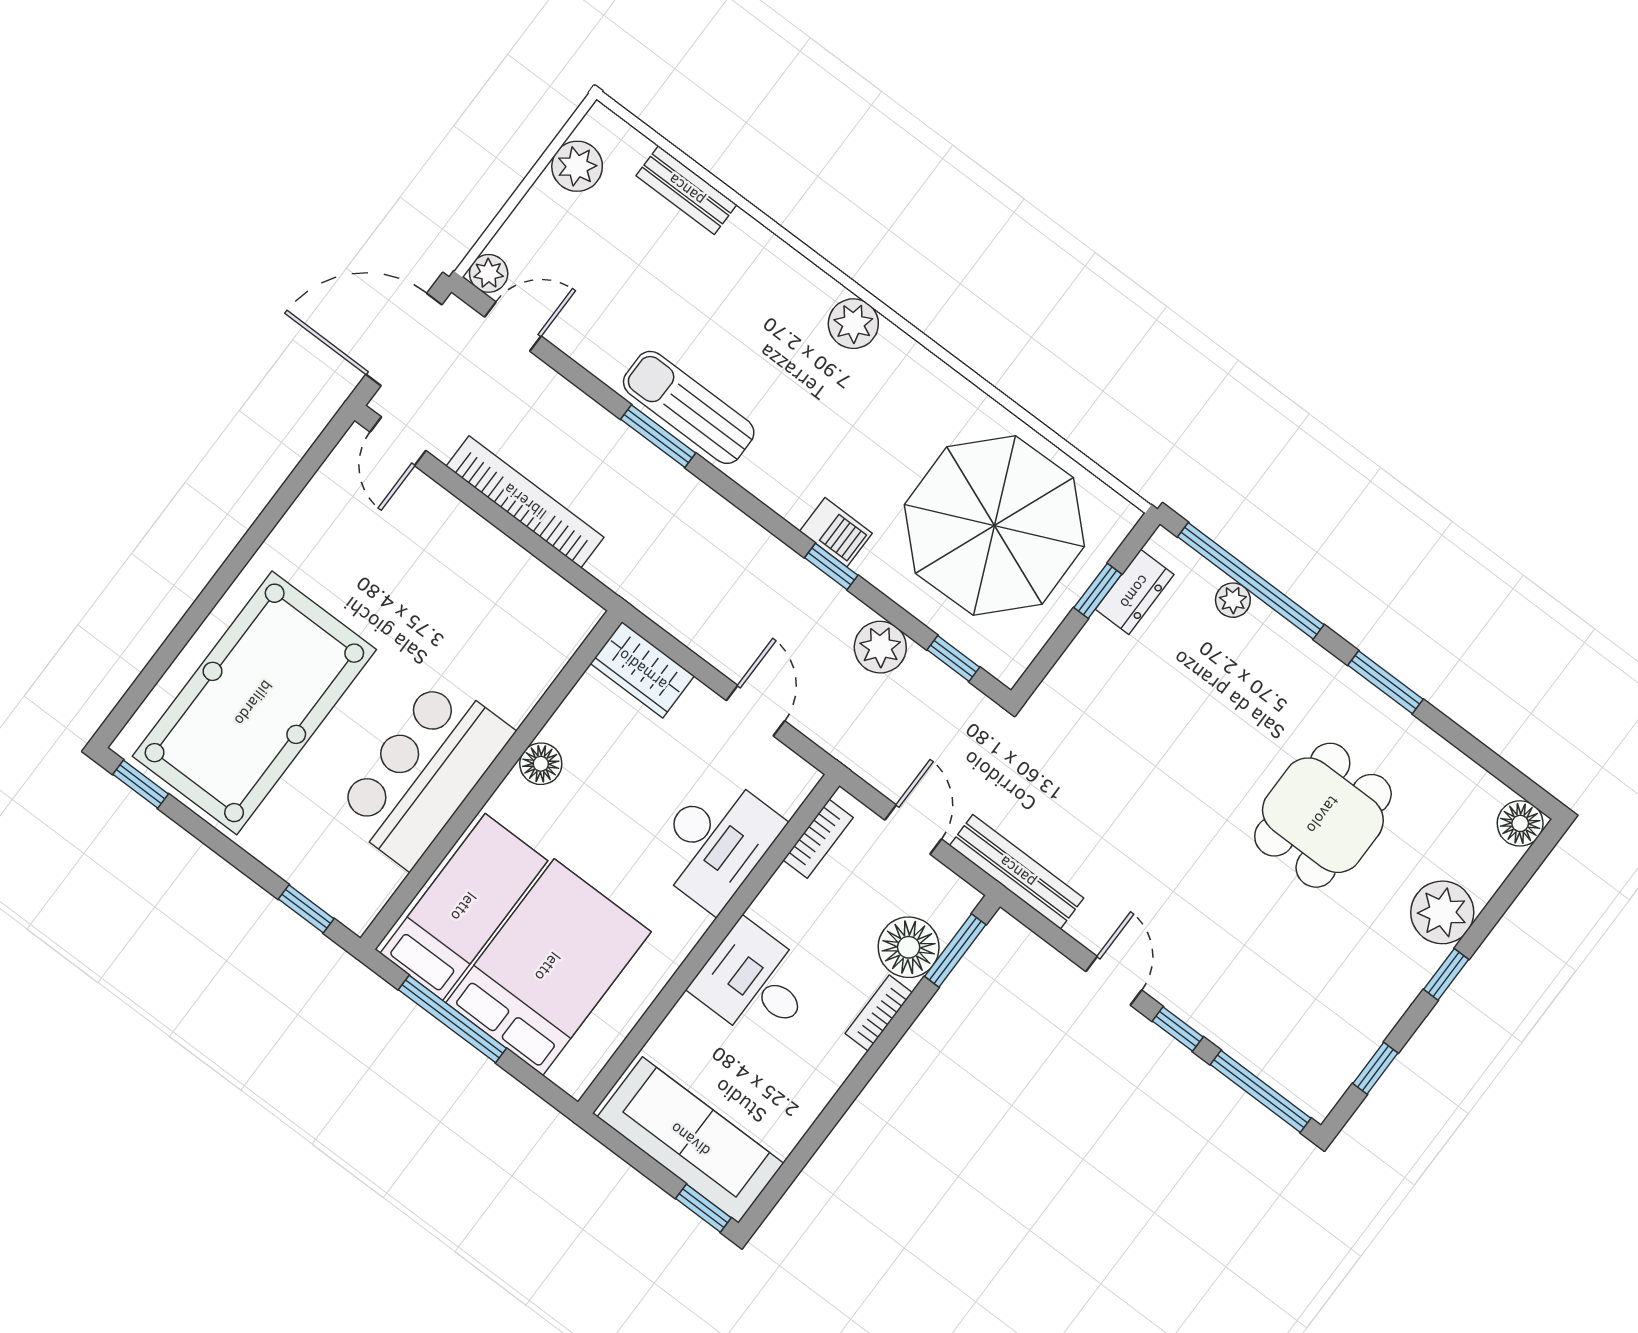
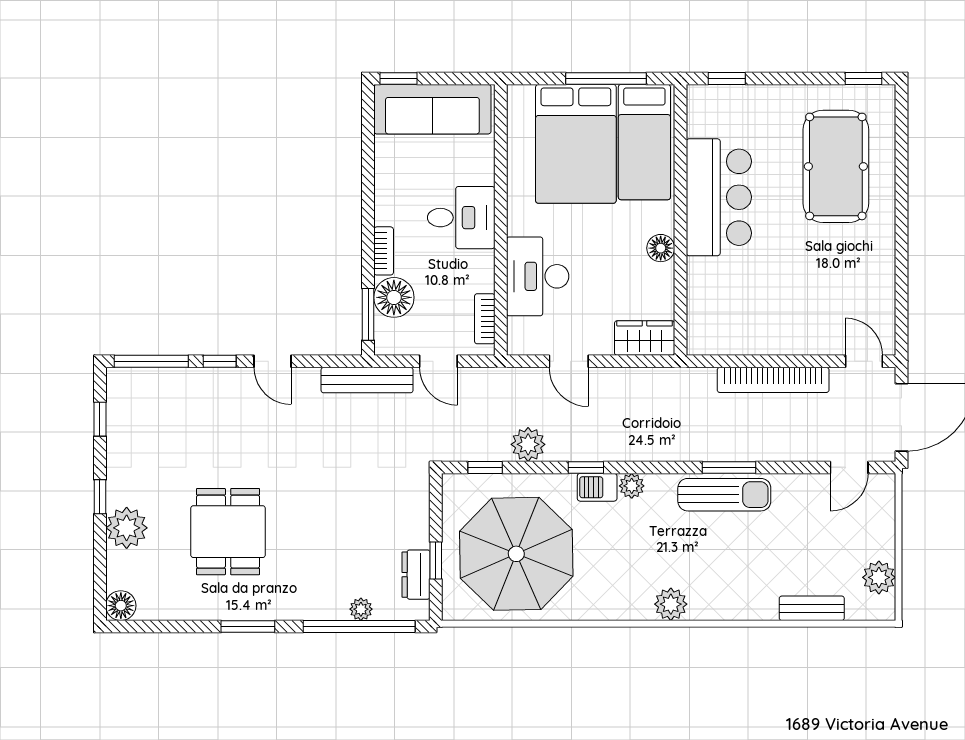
plant: (489, 273) -> (632, 486), moved
pool table: (254, 703) -> (836, 166), width x0.73, depth x0.76

